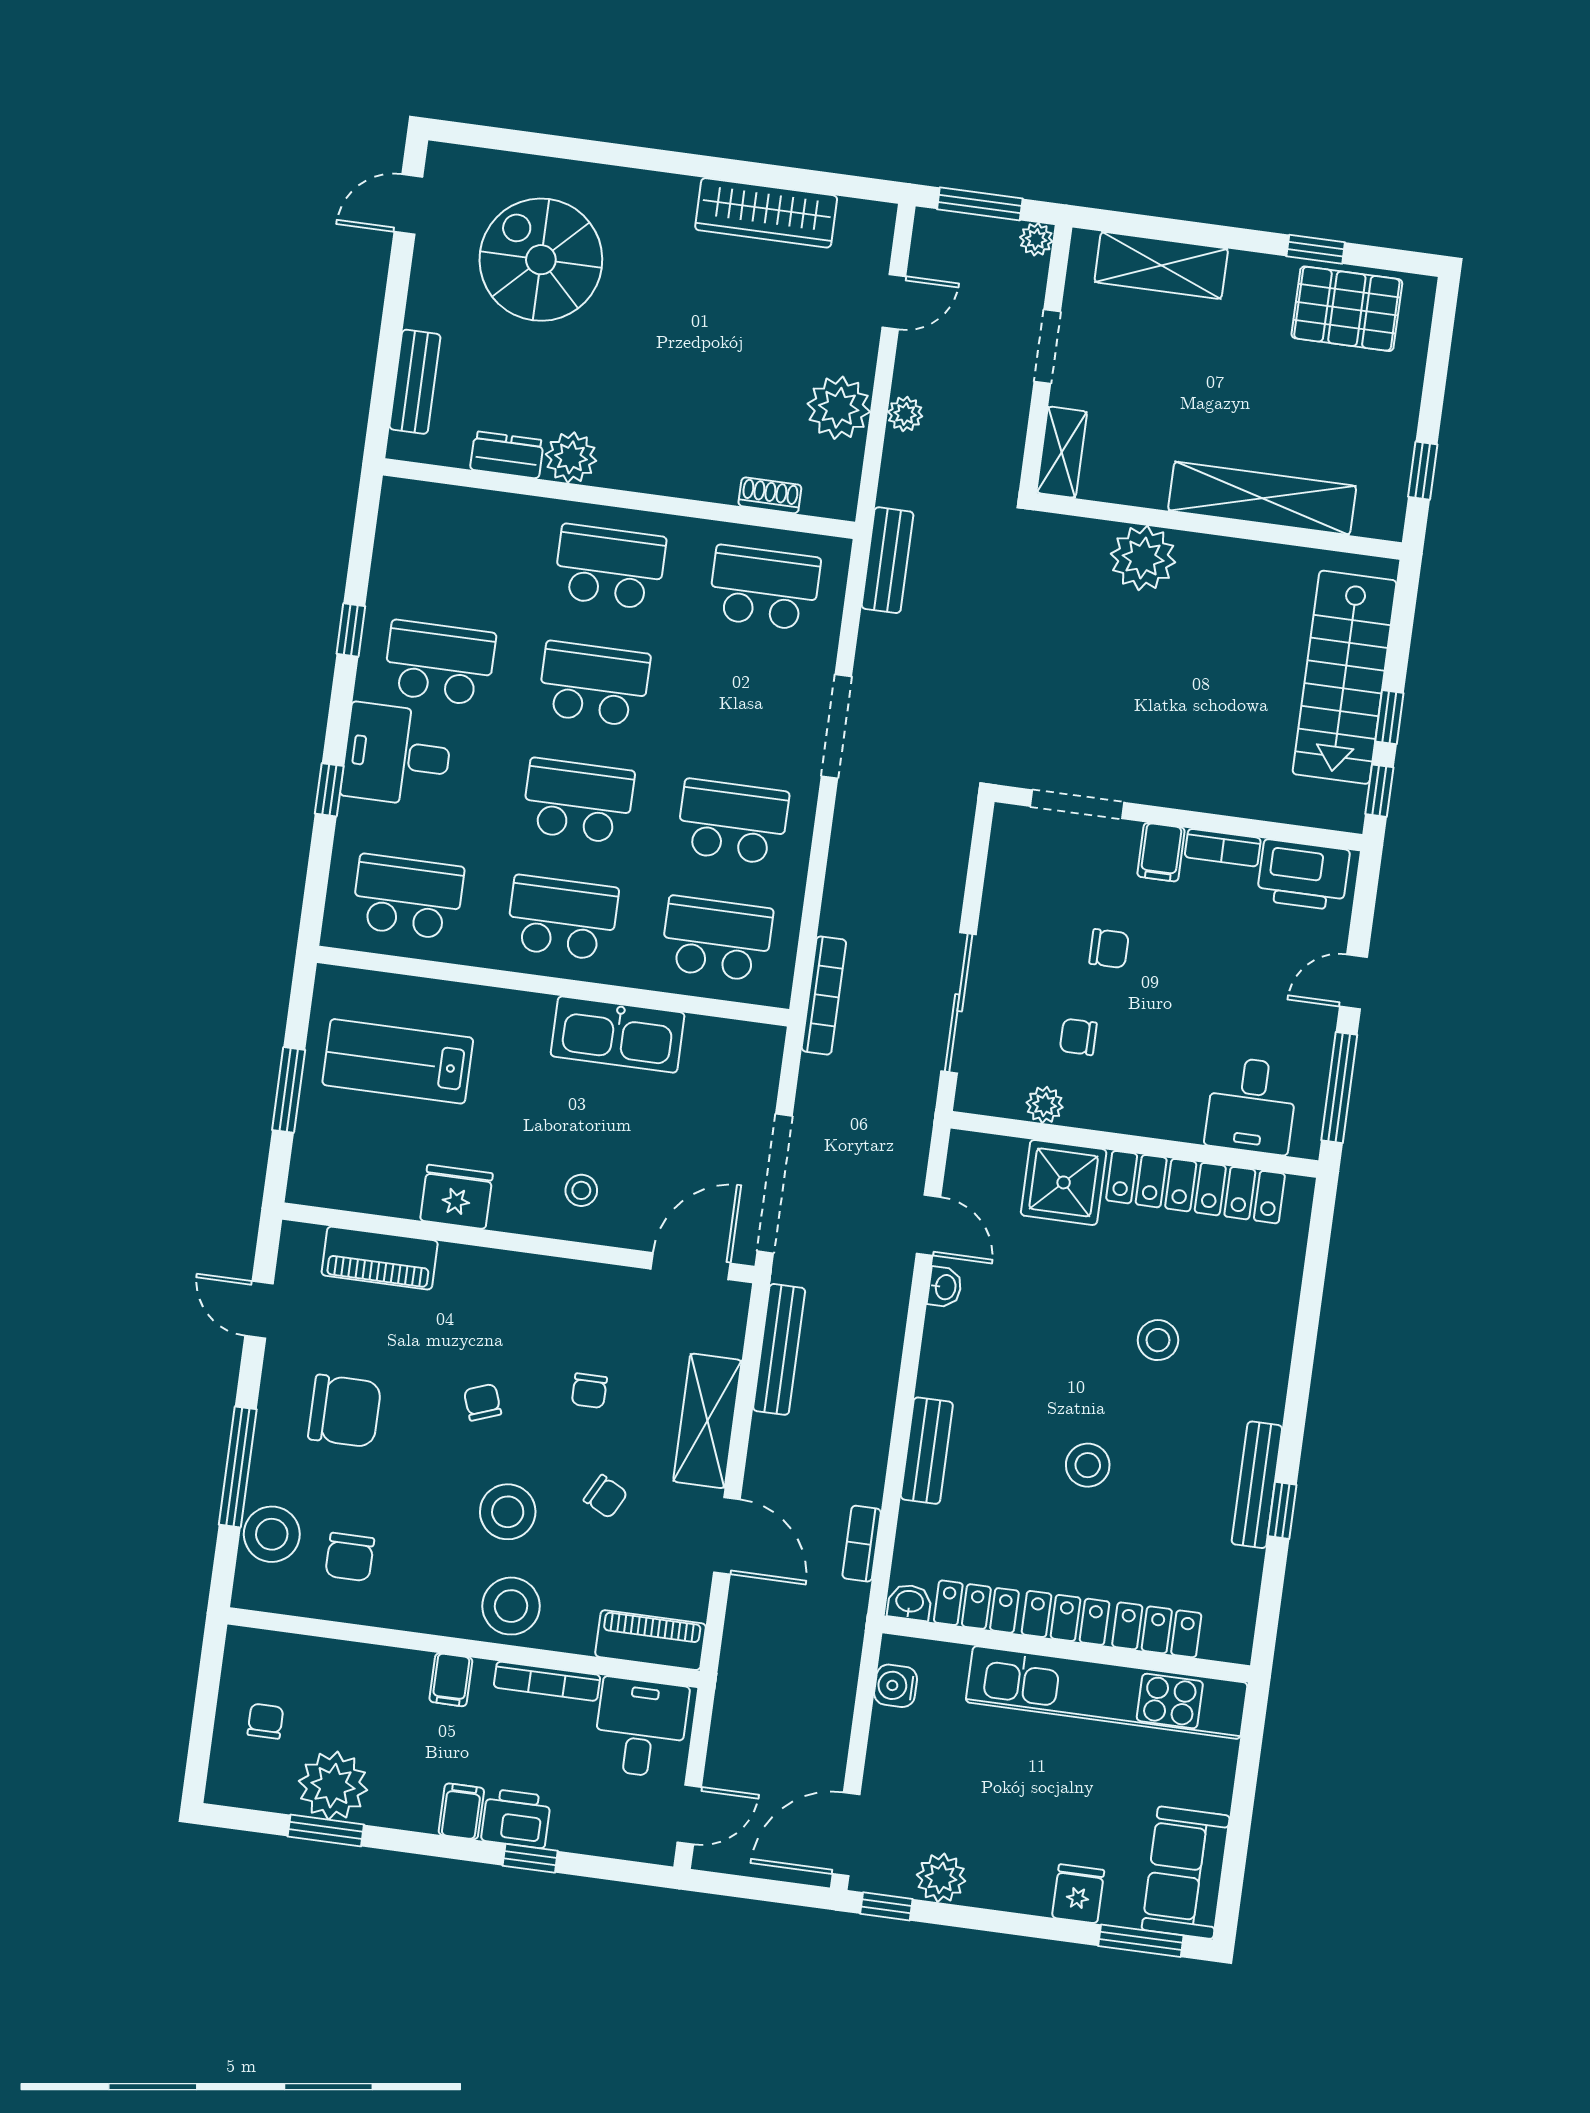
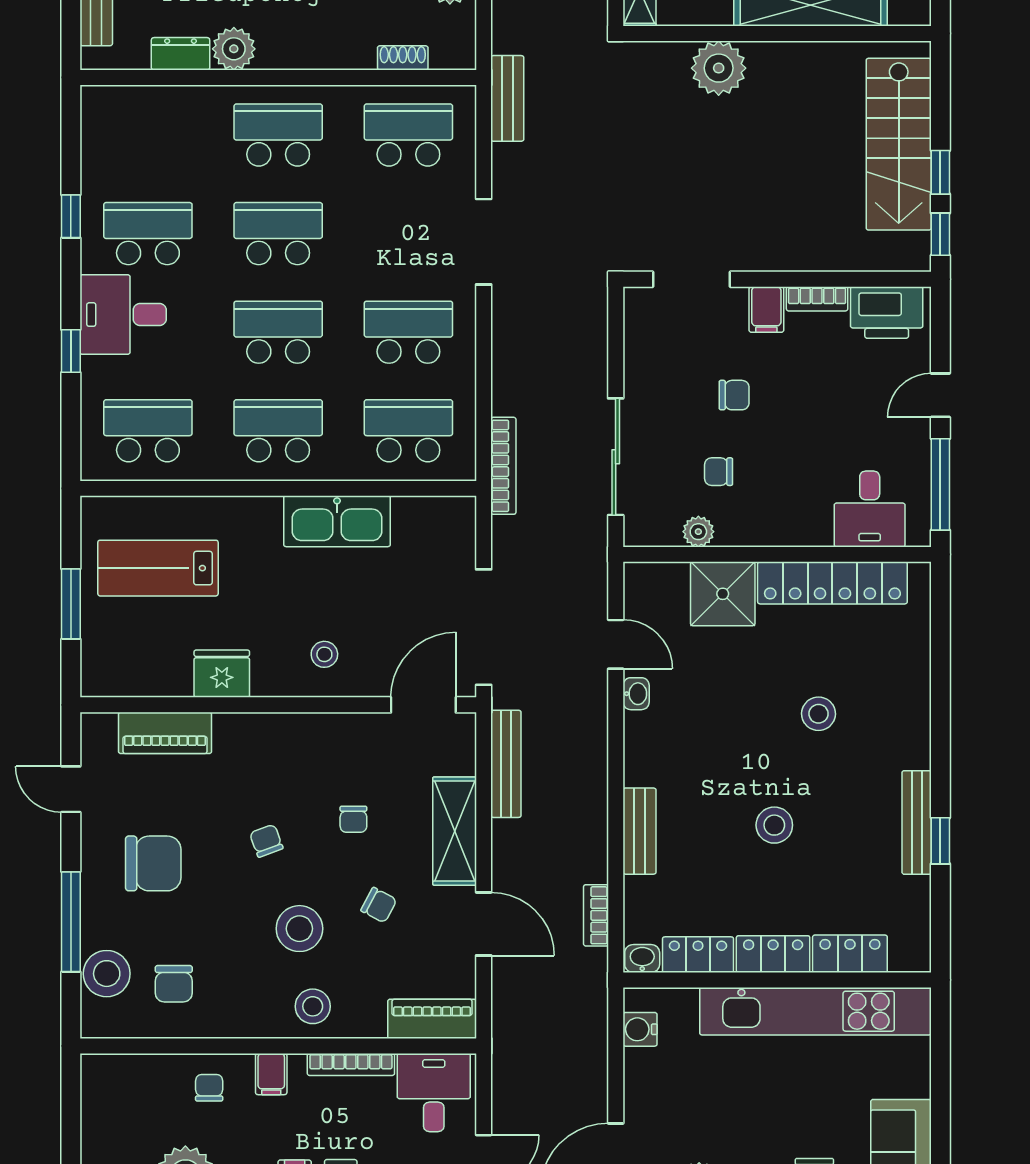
stool: (511, 1606) -> (313, 1006), width x0.73, depth x0.73
chair: (265, 1721) -> (209, 1088), moved

